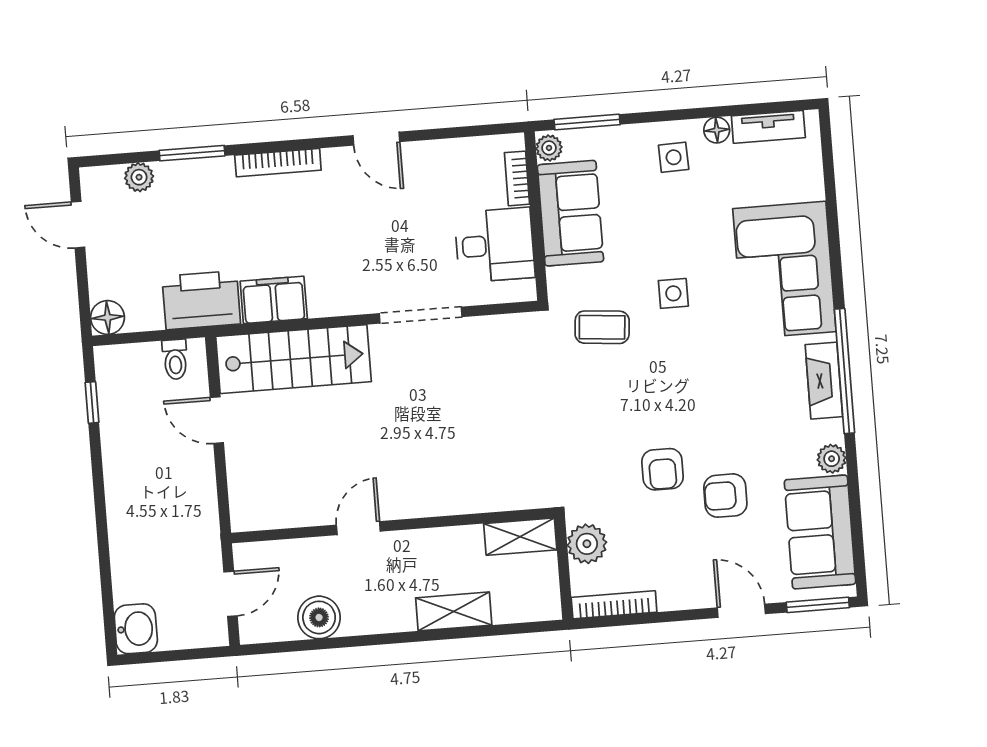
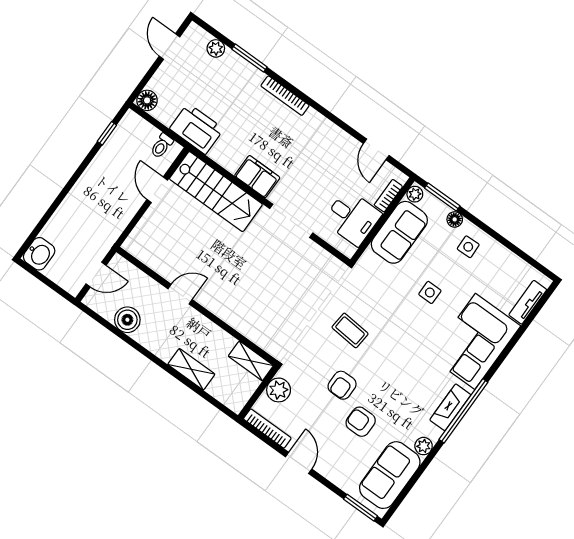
tv unit: (768, 127) -> (528, 302), moved, turned 90
floor lamp: (717, 130) -> (455, 219), moved
door: (376, 139) -> (376, 149), moved
side table: (673, 293) -> (430, 292), moved
filing cabinet: (274, 300) -> (257, 177), moved
coffee table: (602, 327) -> (350, 330), moved
door: (741, 611) -> (299, 463), moved

